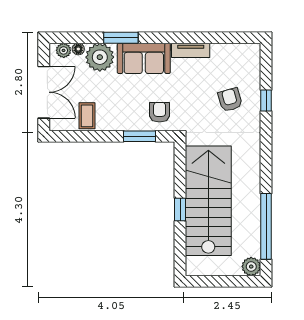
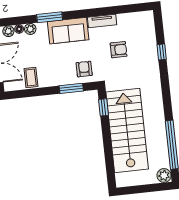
plant: (100, 57) -> (30, 29), width x0.53, depth x0.53
armchair: (230, 100) -> (119, 50), moved, turned 106
window: (180, 209) -> (104, 107), moved

